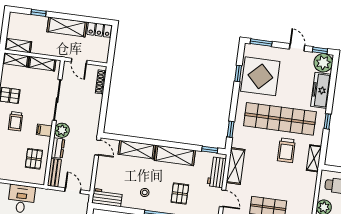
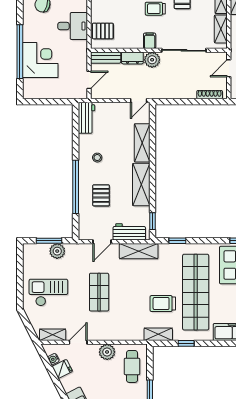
window: (327, 121) -> (186, 343), moved
pallet: (34, 159) -> (103, 31), moved
pallet: (180, 194) -> (101, 195), turned 90

